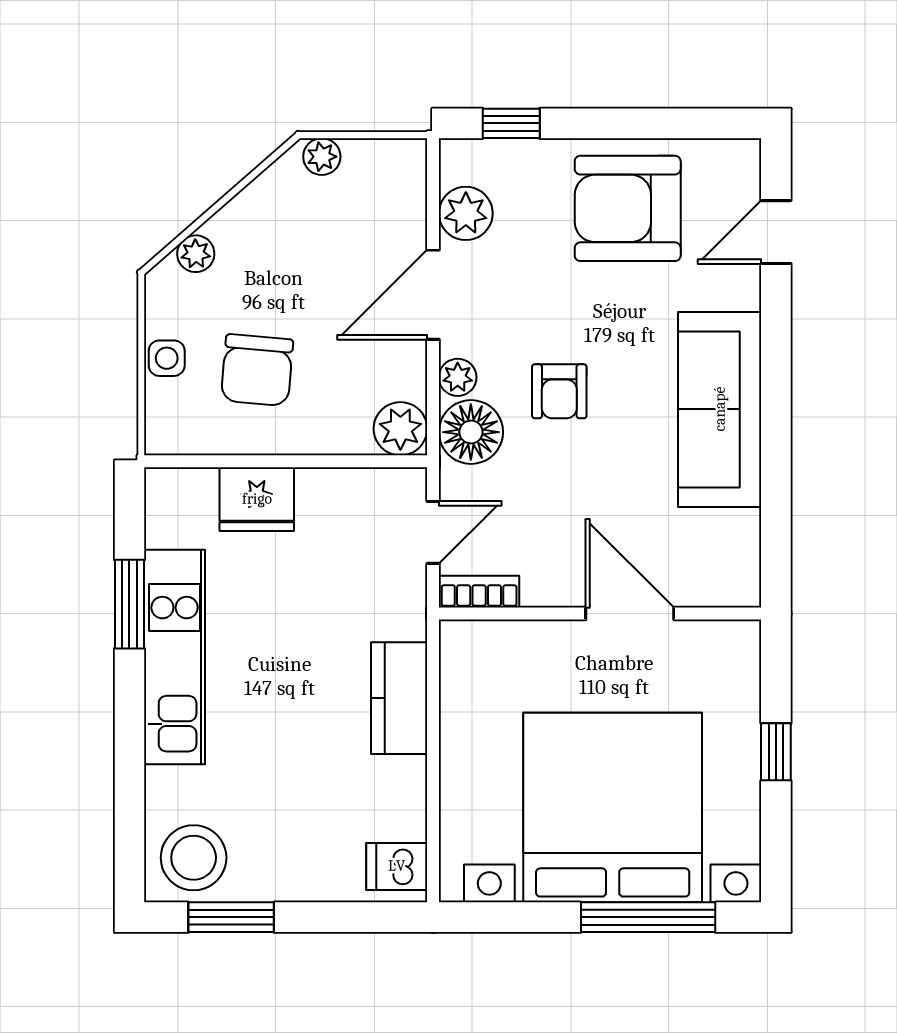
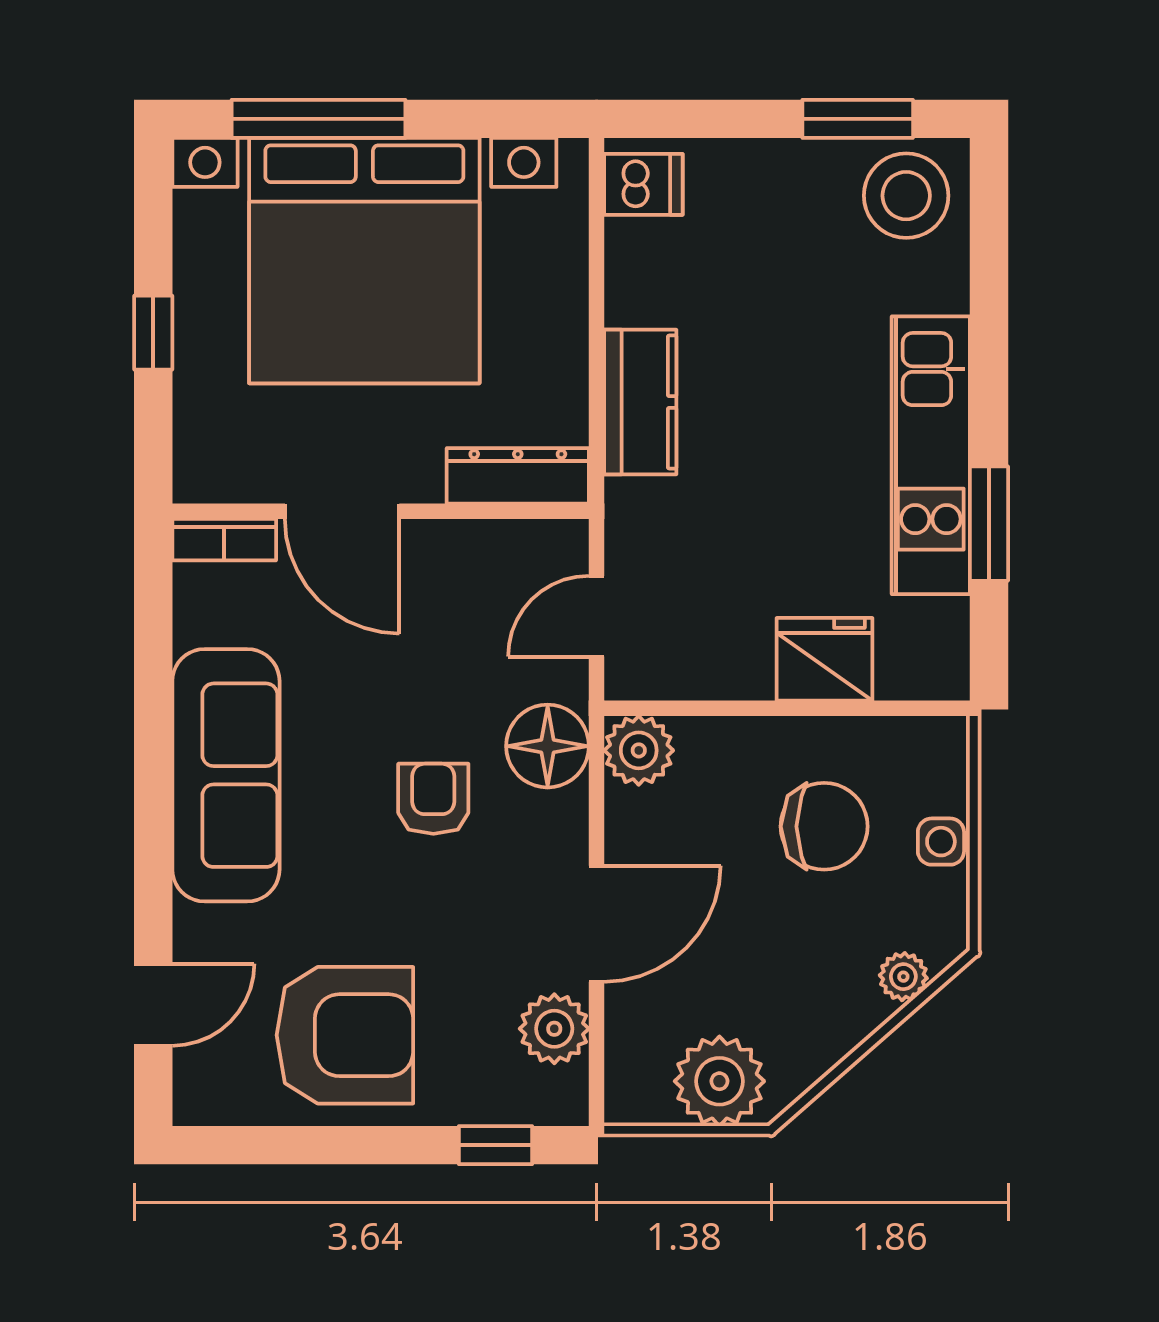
plant: (322, 157) -> (719, 1081), width x1.88, depth x1.88
chair: (257, 370) -> (824, 826), turned 85
plant: (458, 377) -> (565, 817), removed
bookcase: (479, 592) -> (224, 540), moved
dresser: (494, 641) -> (518, 476), added

